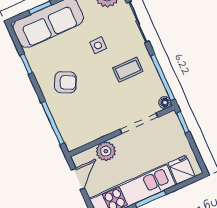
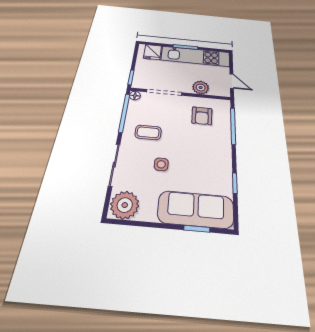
armchair: (65, 82) -> (202, 116), moved, turned -116
door: (78, 179) -> (232, 81), swing flipped

